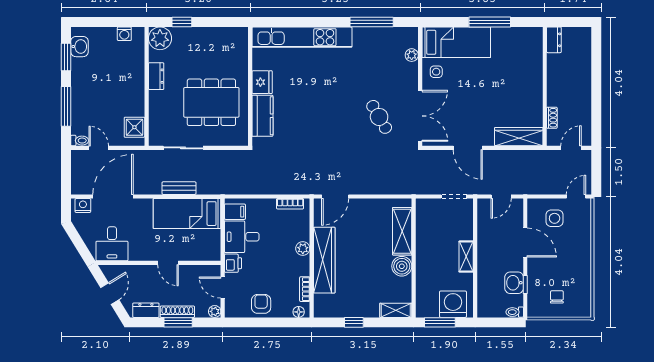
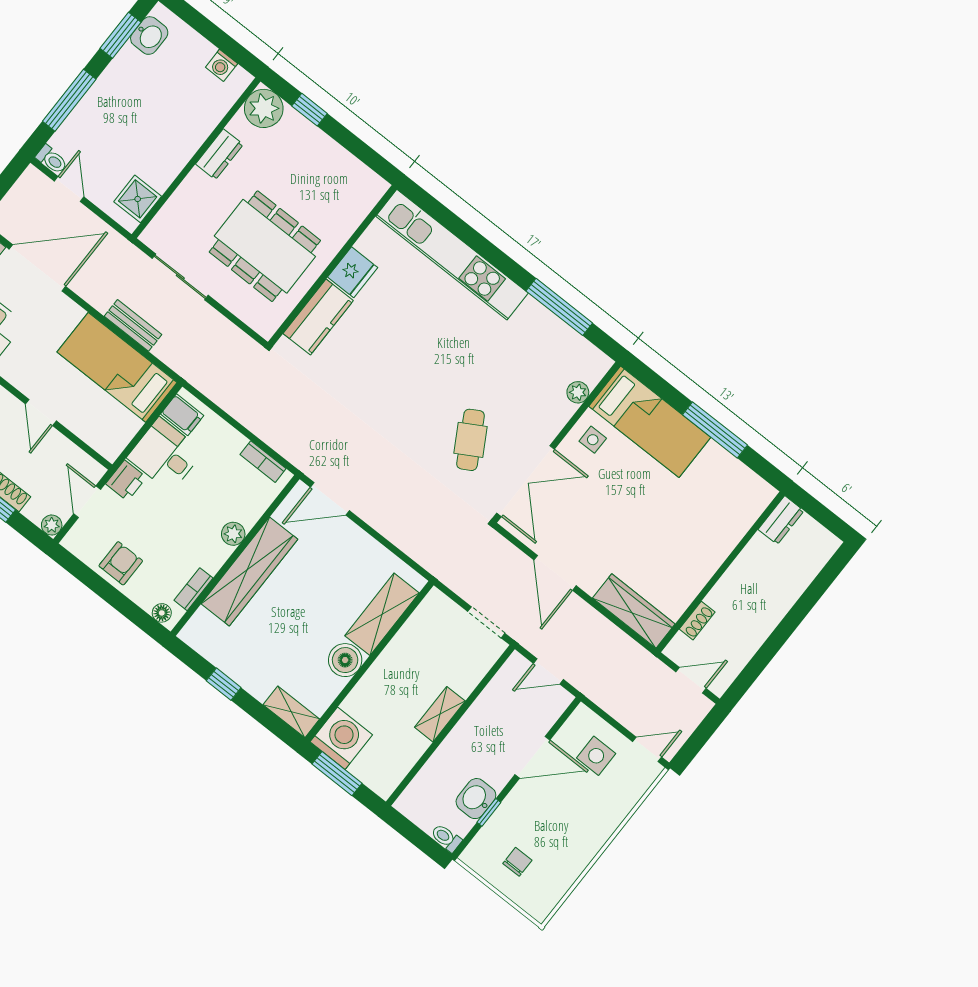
door: (525, 243) -> (532, 757), hinge flipped
washing machine: (453, 304) -> (341, 738), moved

